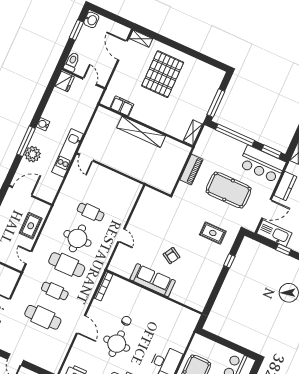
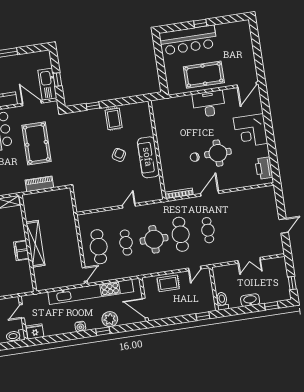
filing cabinet: (122, 106) -> (21, 250), moved
window: (26, 141) -> (103, 331), width x0.46
kitchen unit: (67, 153) -> (91, 292), width x1.86
rug: (213, 233) -> (114, 119), moved
window: (283, 250) -> (57, 79), moved
cafe table: (43, 317) -> (99, 247), moved
door: (81, 324) -> (210, 194), moved

